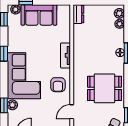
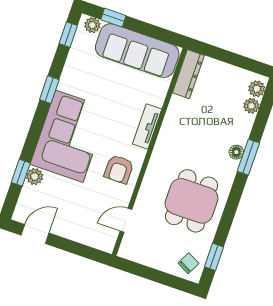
dresser: (78, 14) -> (188, 74), width x1.44
sofa: (39, 15) -> (137, 51), width x1.36
dining table: (104, 88) -> (191, 201), turned 90

